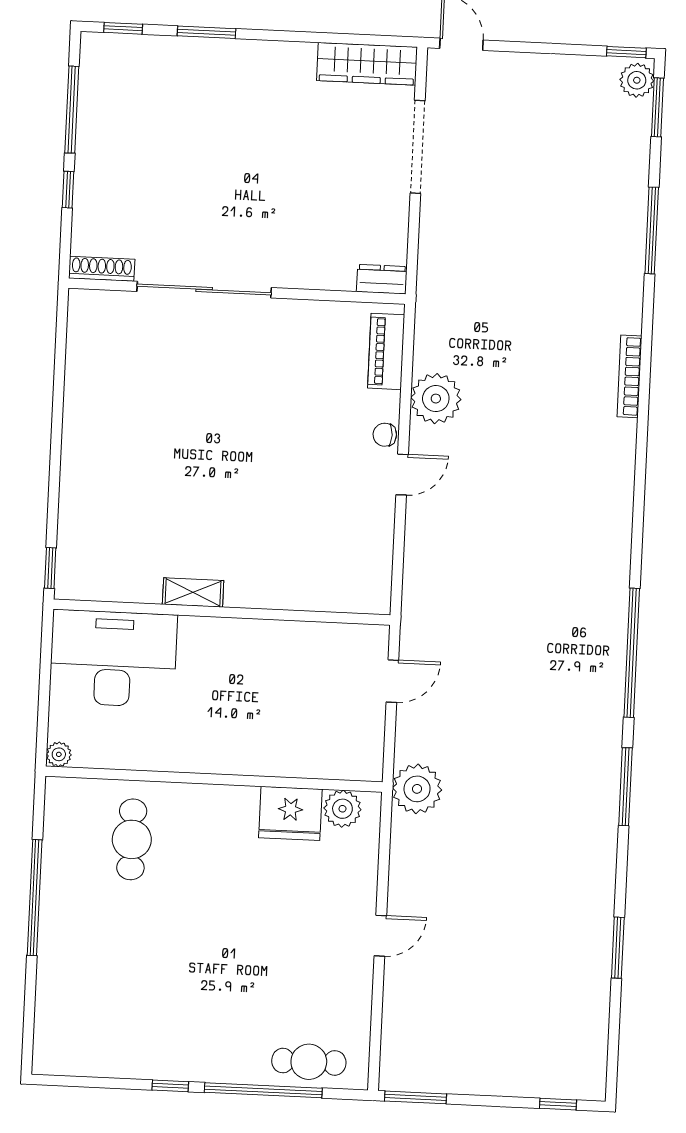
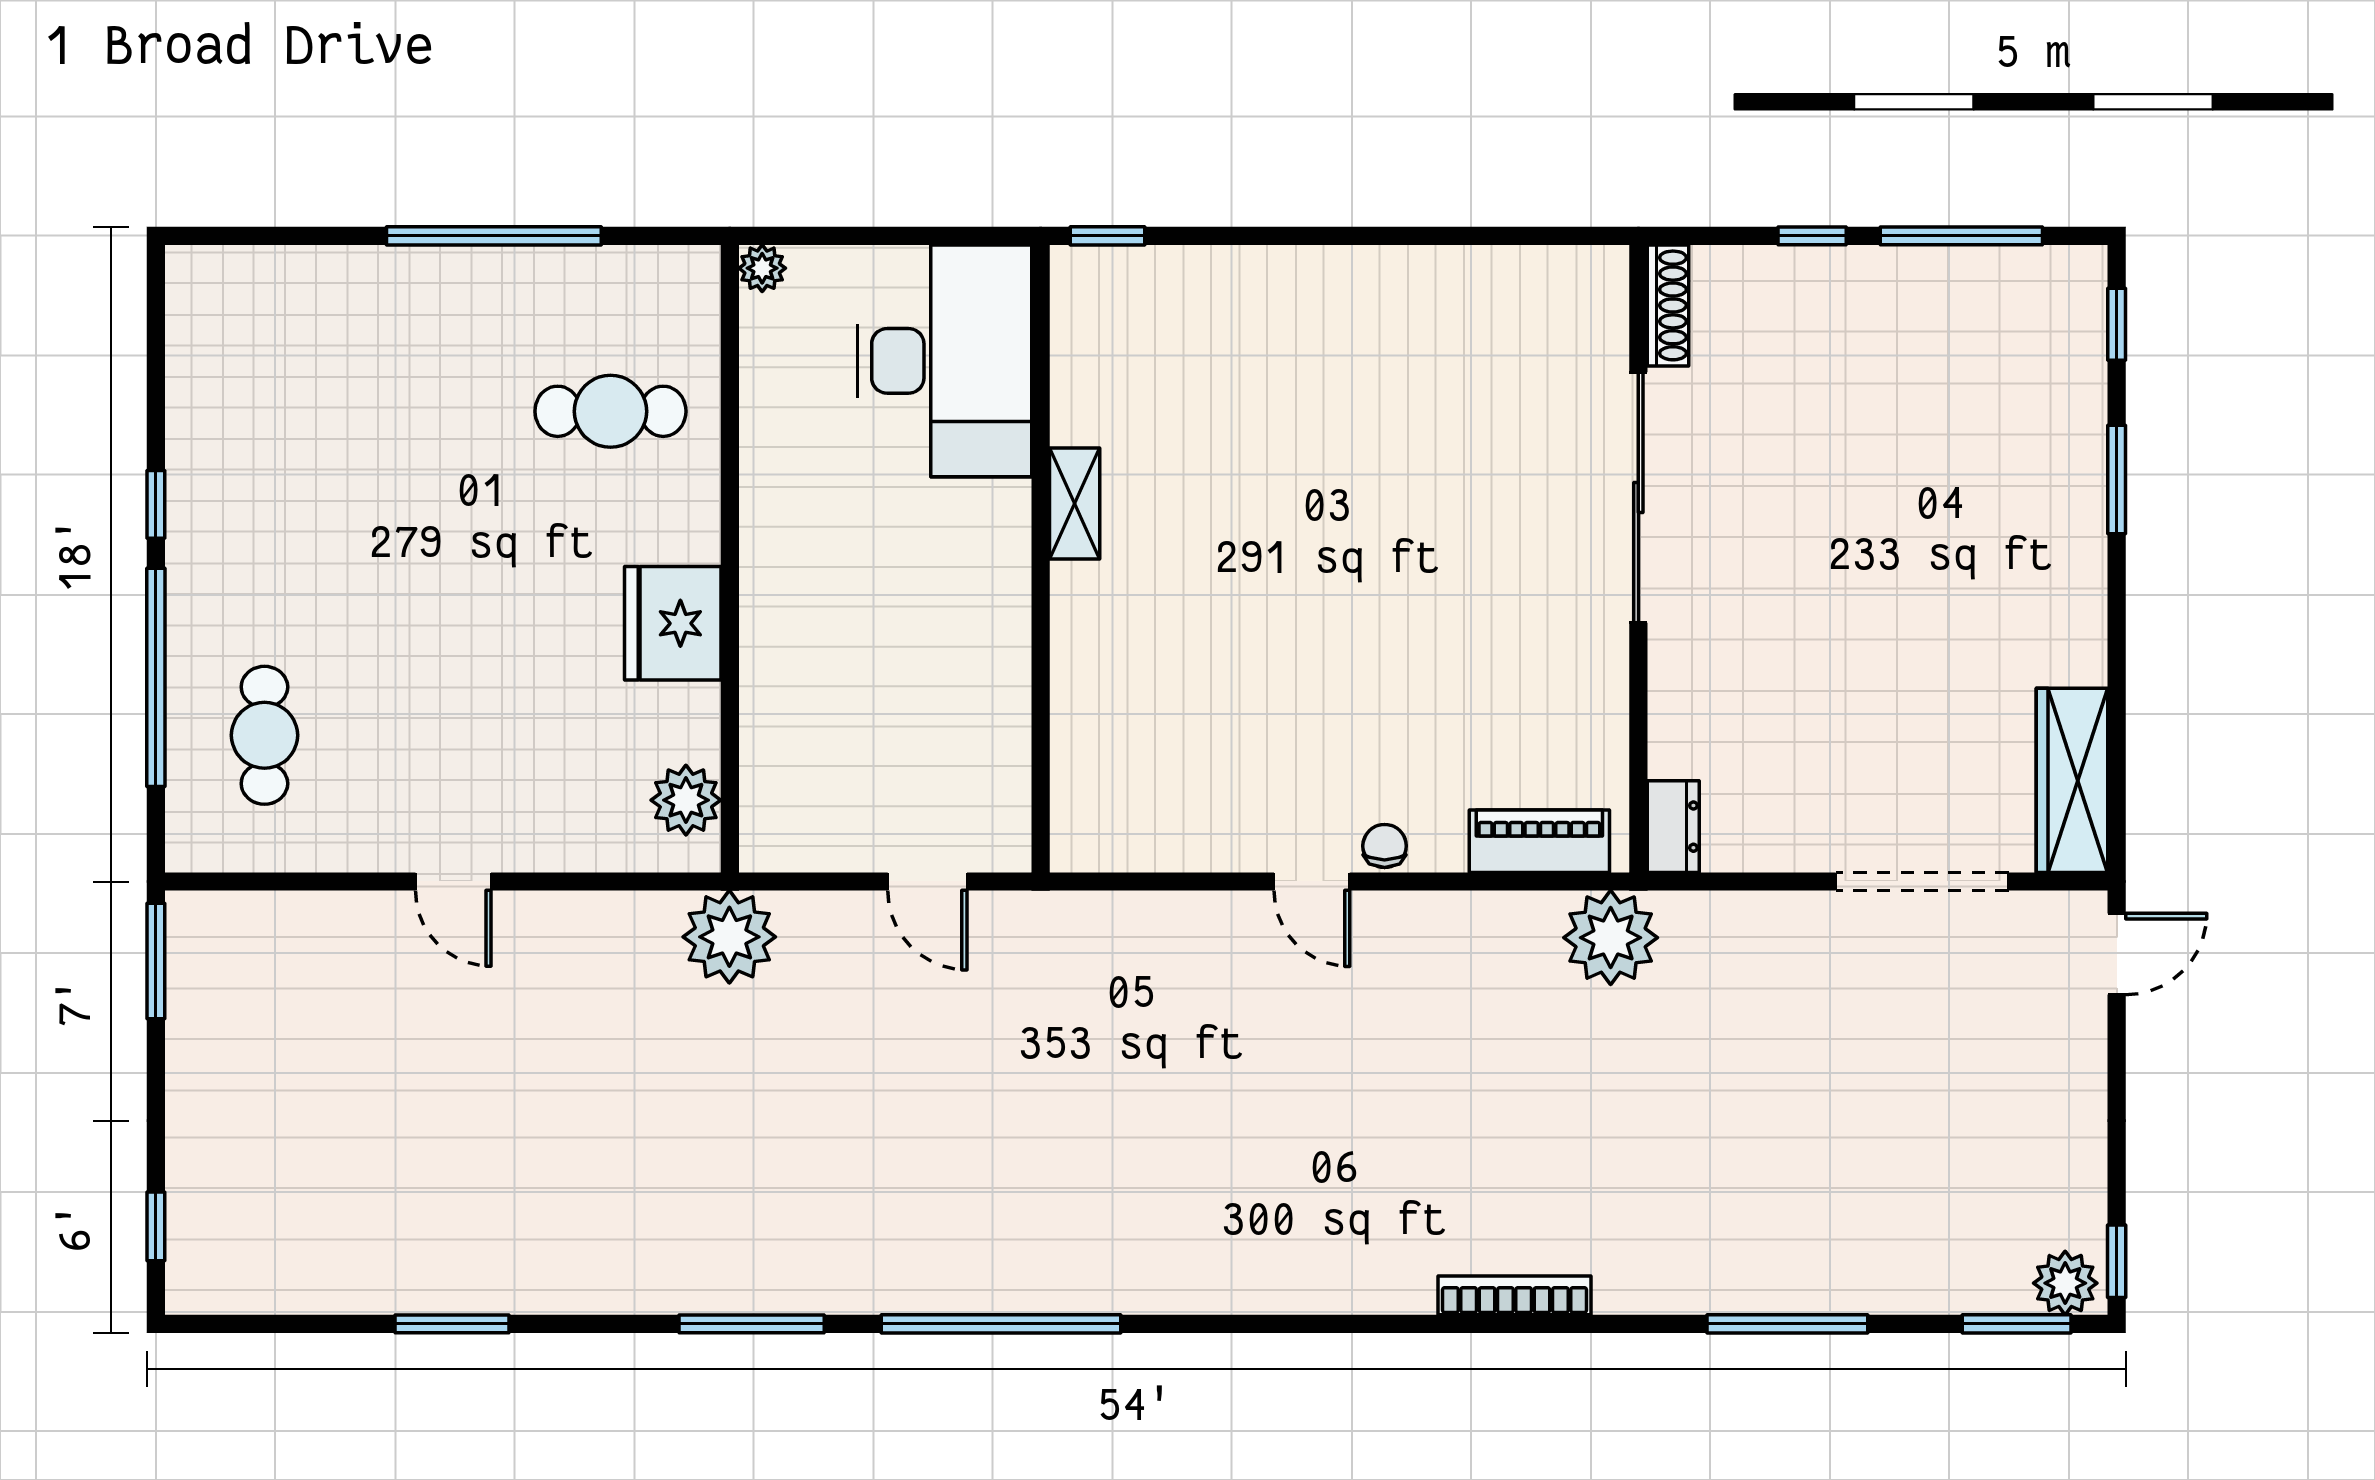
plant: (436, 399) -> (1611, 938), moved
fridge: (290, 813) -> (673, 623), moved
cafe table: (309, 1062) -> (264, 735), moved

